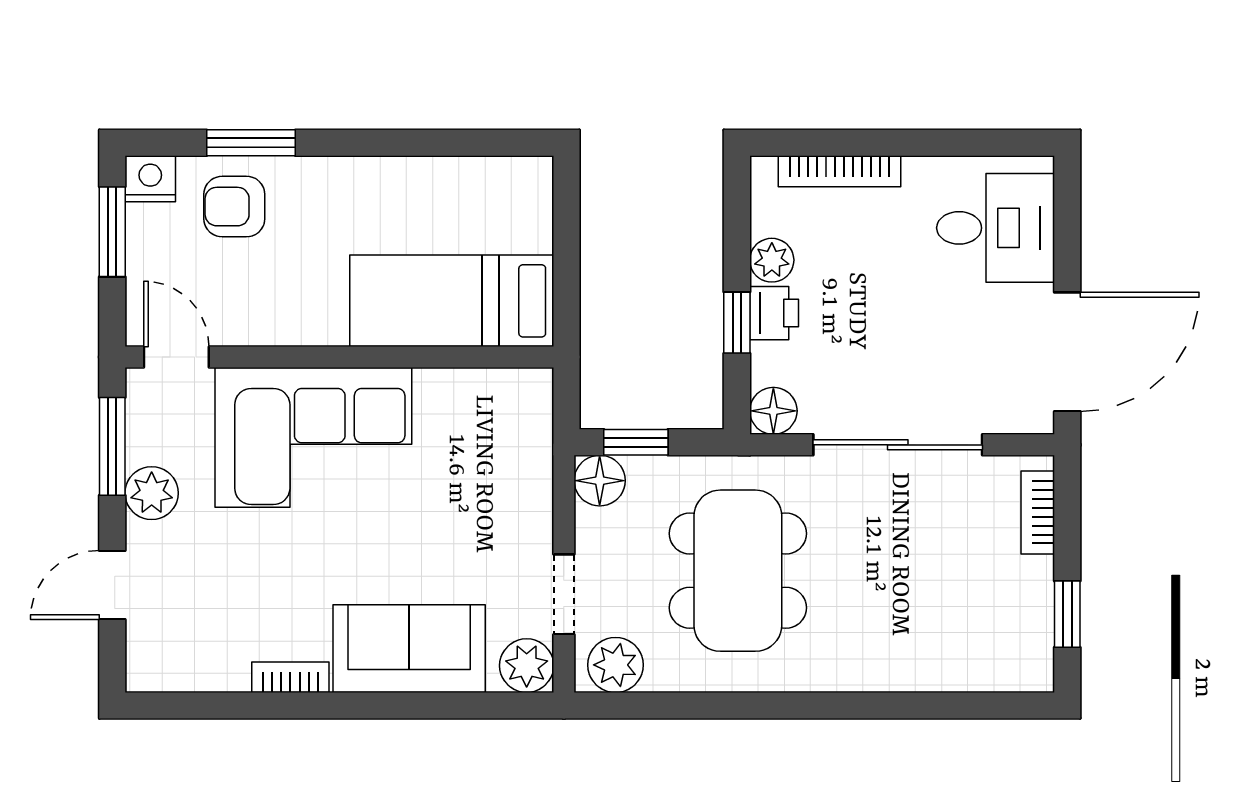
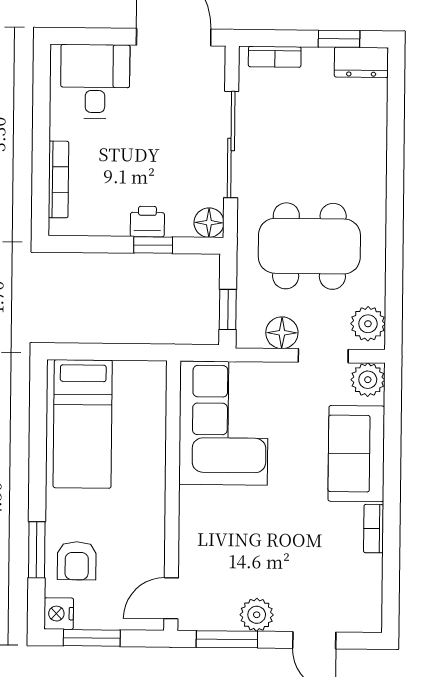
plant: (772, 260) -> (114, 223), removed
bed: (452, 301) -> (83, 424), moved
corner sofa: (313, 437) -> (224, 423), moved
floor lamp: (600, 481) -> (282, 333), moved
dresser: (1030, 650) -> (361, 62), added

